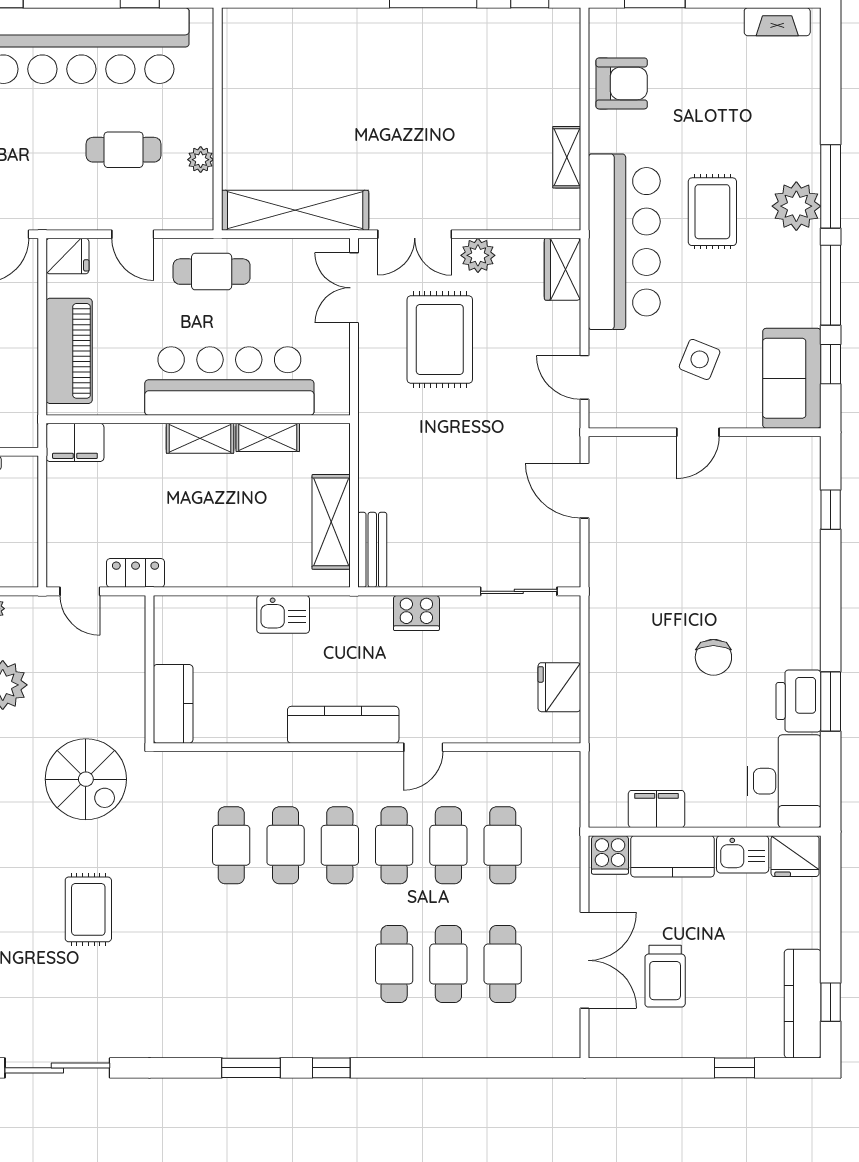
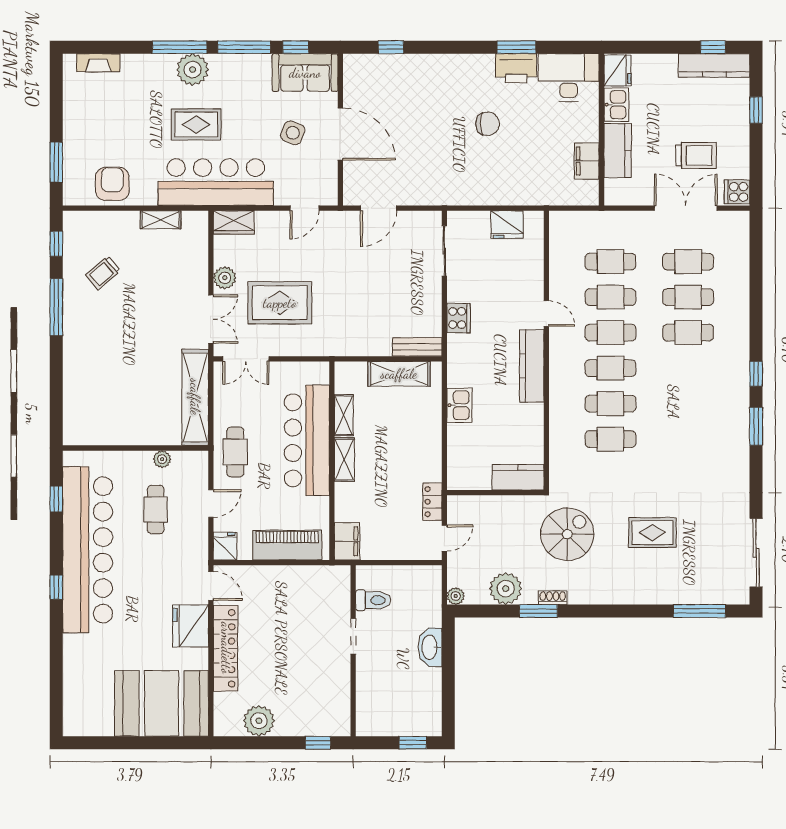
fireplace: (777, 22) -> (98, 63), moved, turned 90
trolley: (486, 69) -> (103, 273), added
door: (698, 432) -> (340, 134), width x1.88
cooker: (610, 855) -> (737, 192), moved, turned 180

